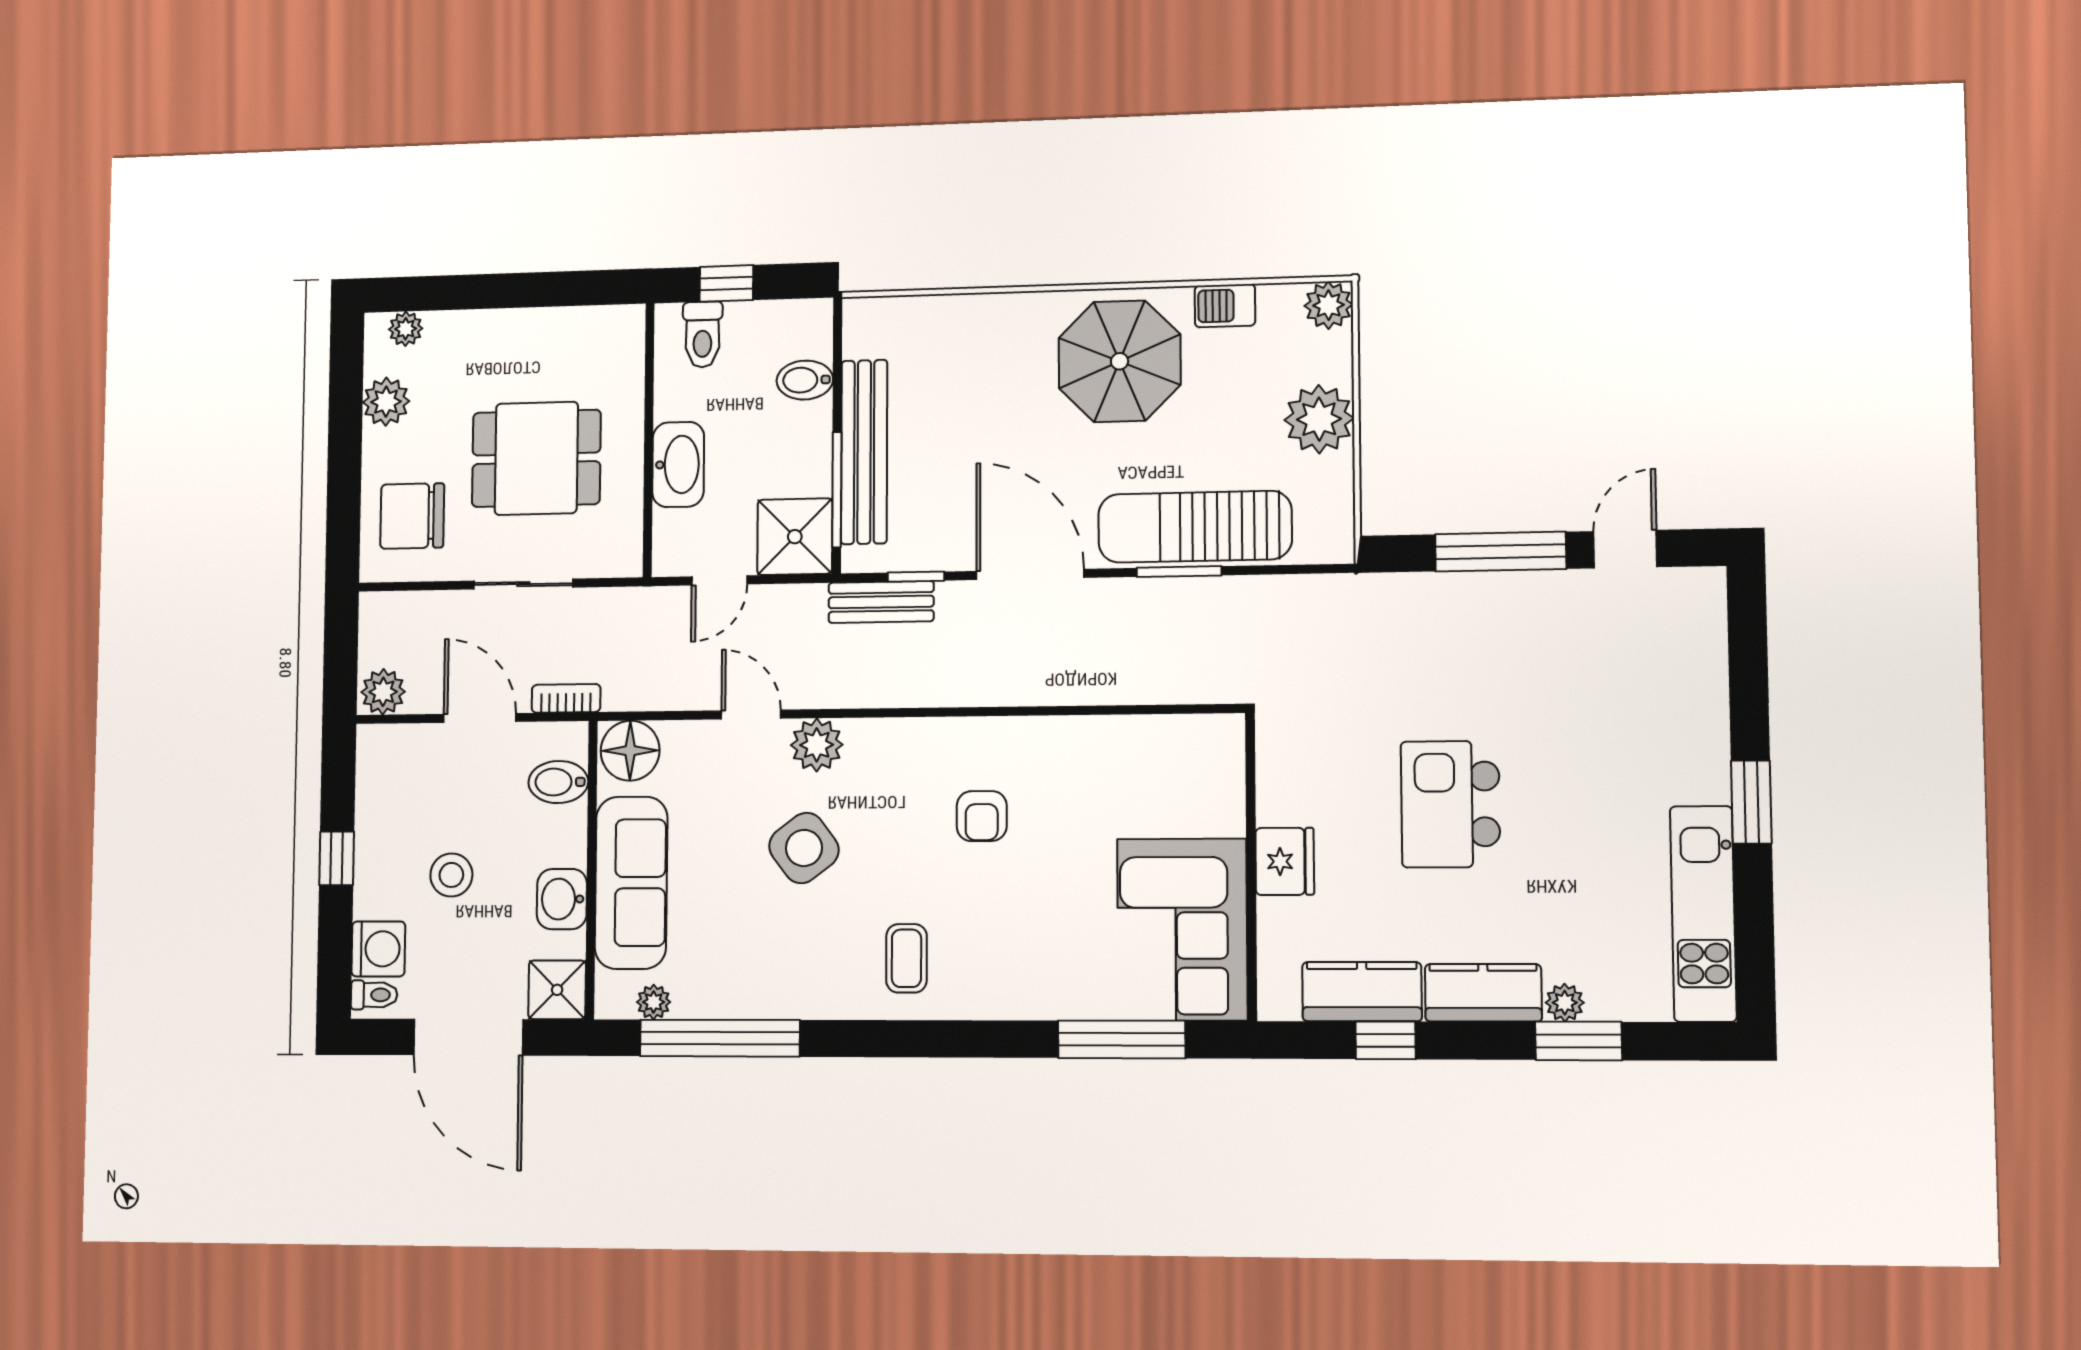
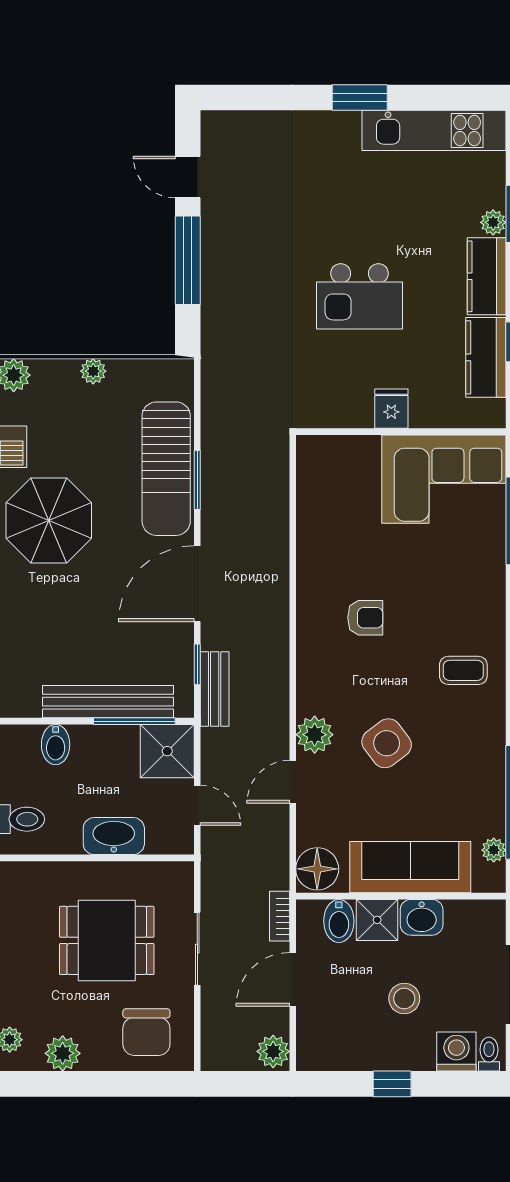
plant: (1319, 419) -> (93, 371), width x0.53, depth x0.53
dining table: (536, 458) -> (107, 940), turned 90
fridge: (1285, 861) -> (391, 409), width x0.72
shower: (557, 990) -> (377, 920), moved

